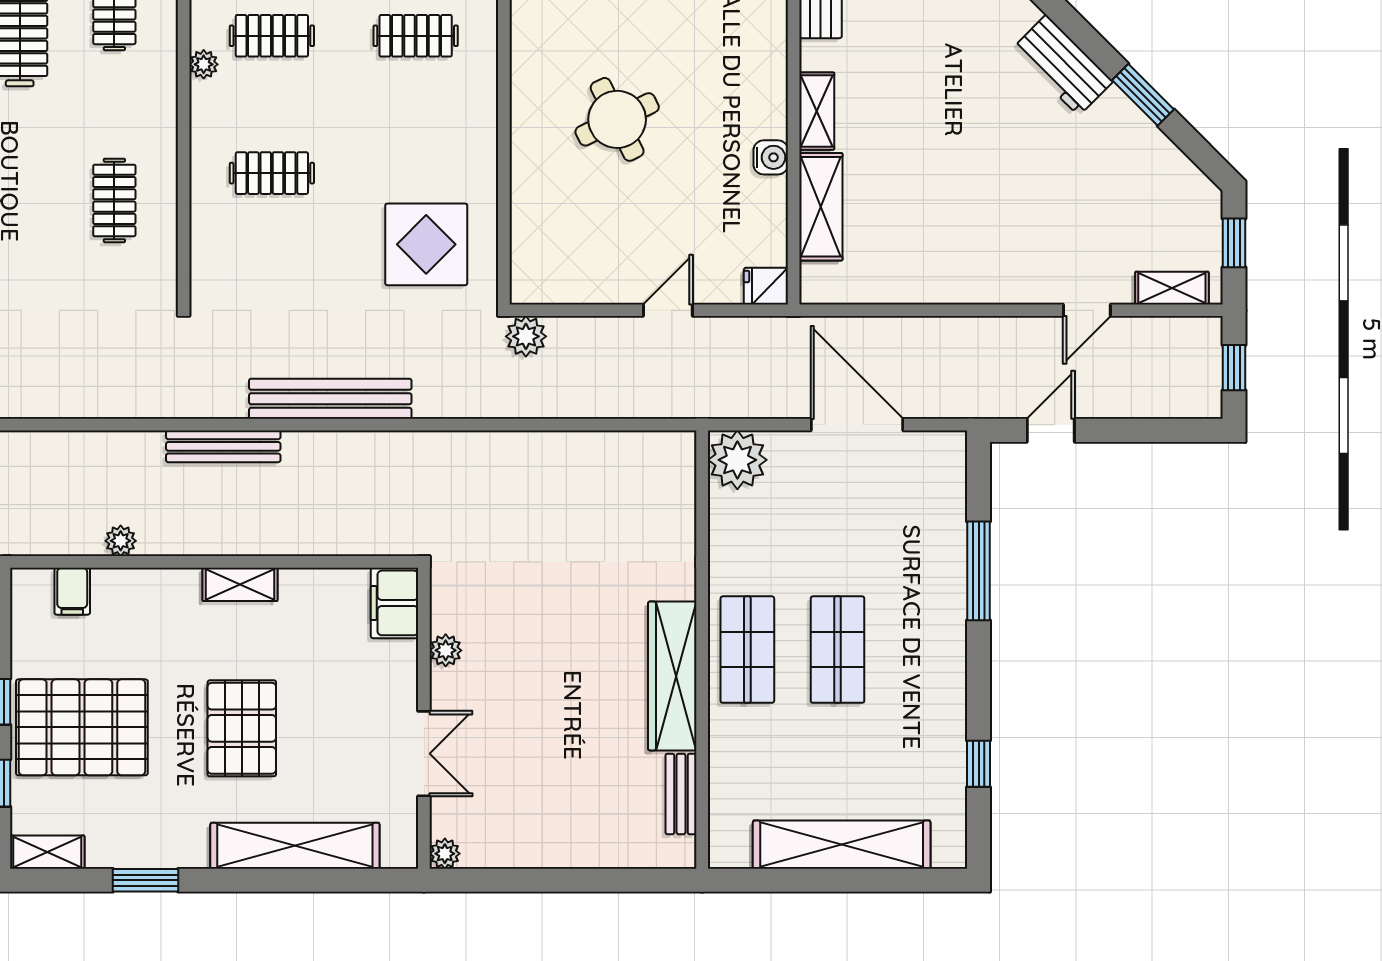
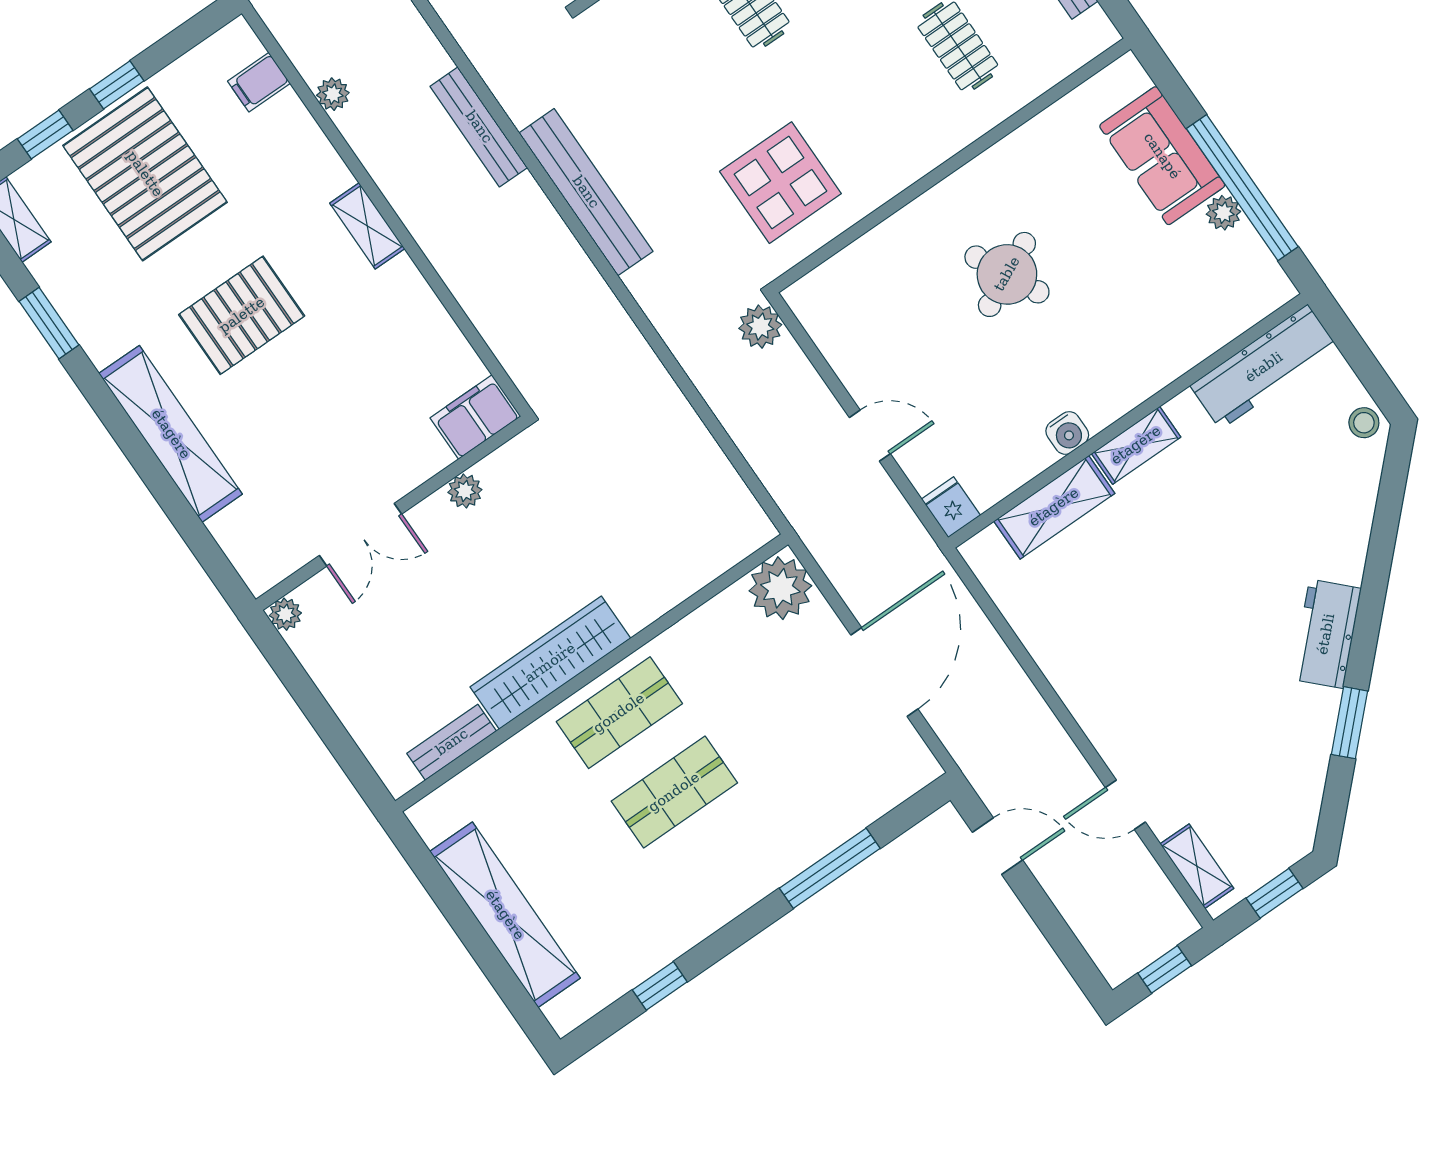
filing cabinet: (395, 603) -> (475, 417), moved
plant: (446, 650) -> (465, 491), moved
wall: (424, 718) -> (392, 513), moved
double door: (424, 754) -> (361, 535), moved
plant: (445, 854) -> (285, 614), moved

